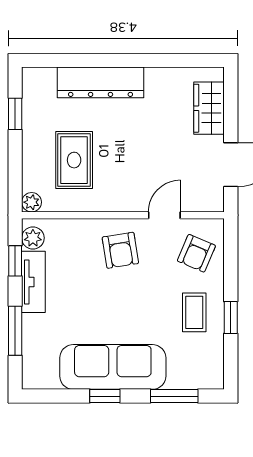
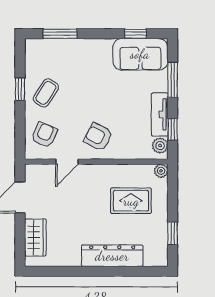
rug: (74, 160) -> (131, 201), turned 90
armchair: (120, 250) -> (98, 137), turned -53
coffee table: (194, 312) -> (46, 93), turned 33
sofa: (113, 367) -> (140, 54), moved, width x0.73
window: (105, 396) -> (136, 34), moved

